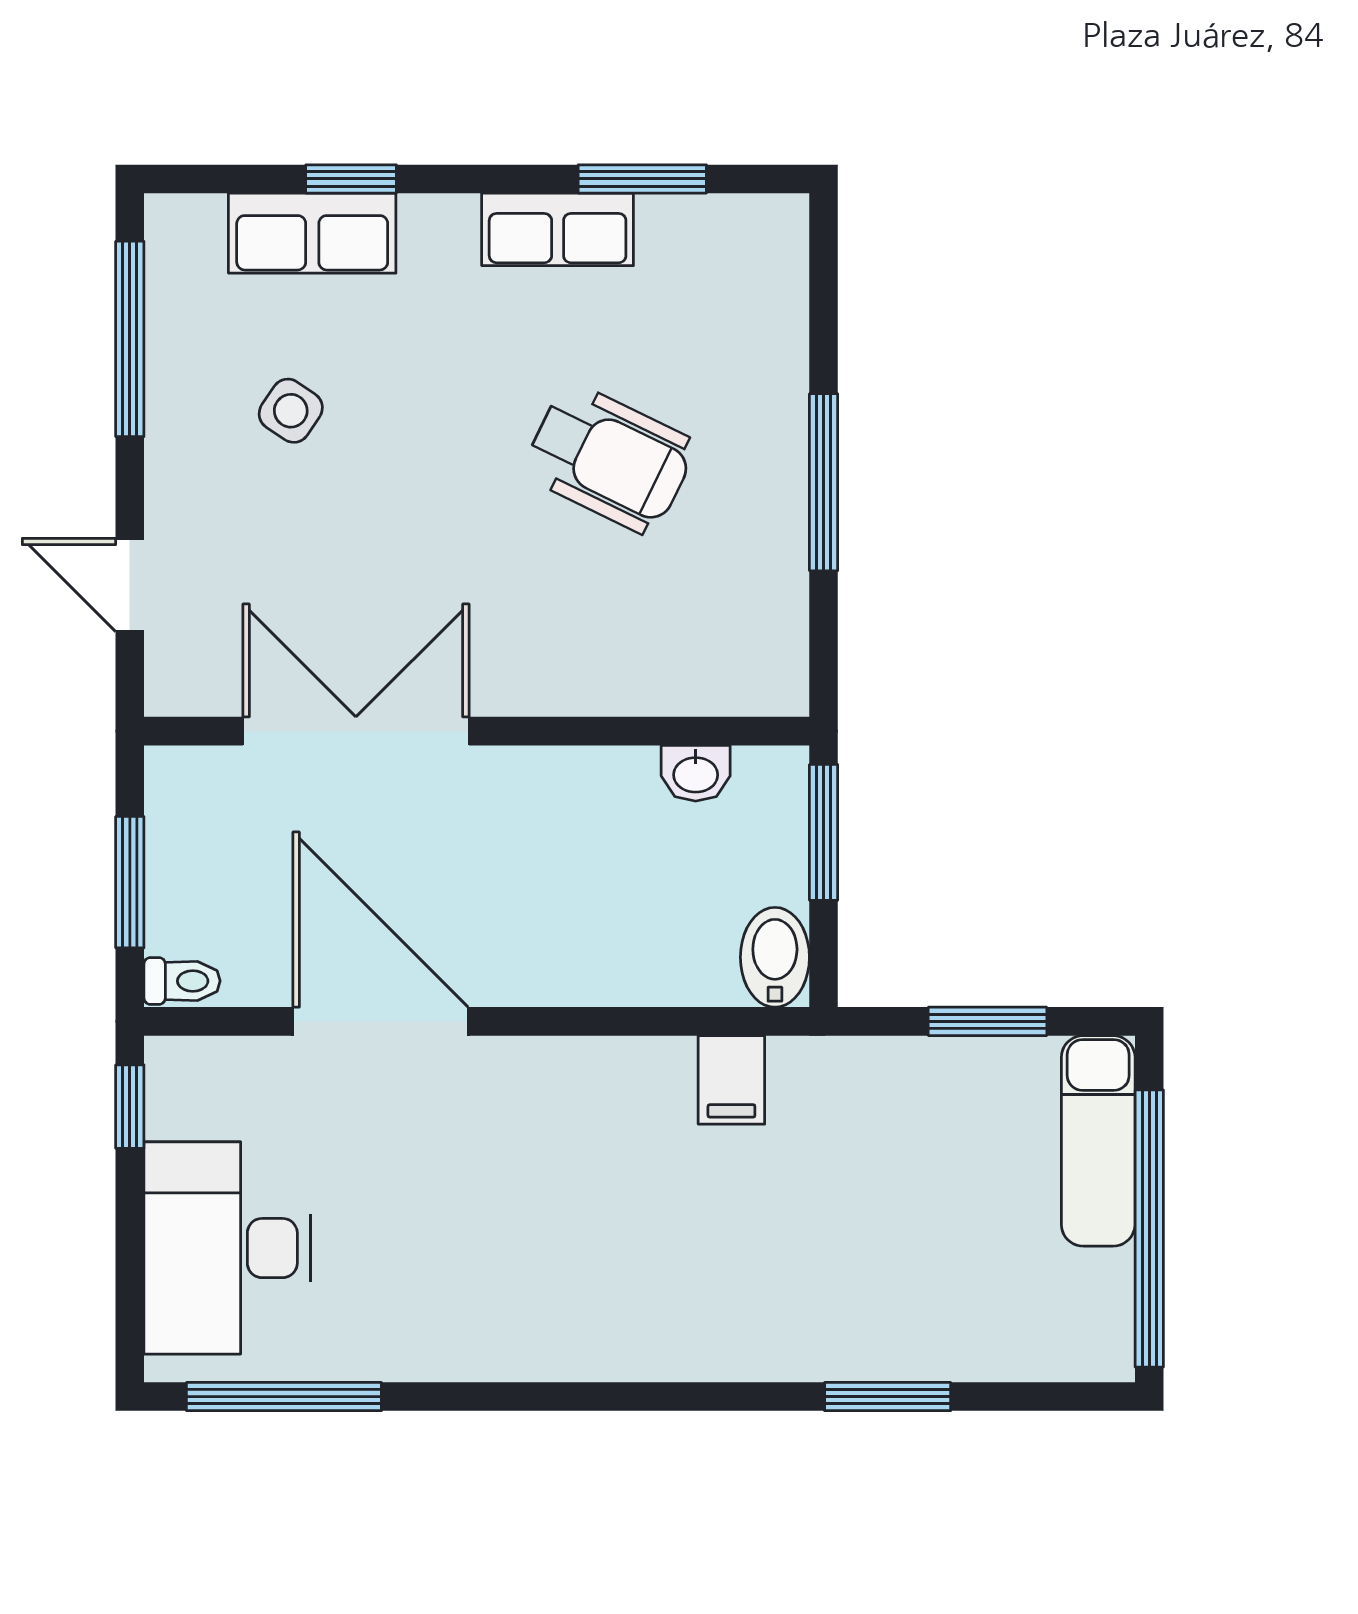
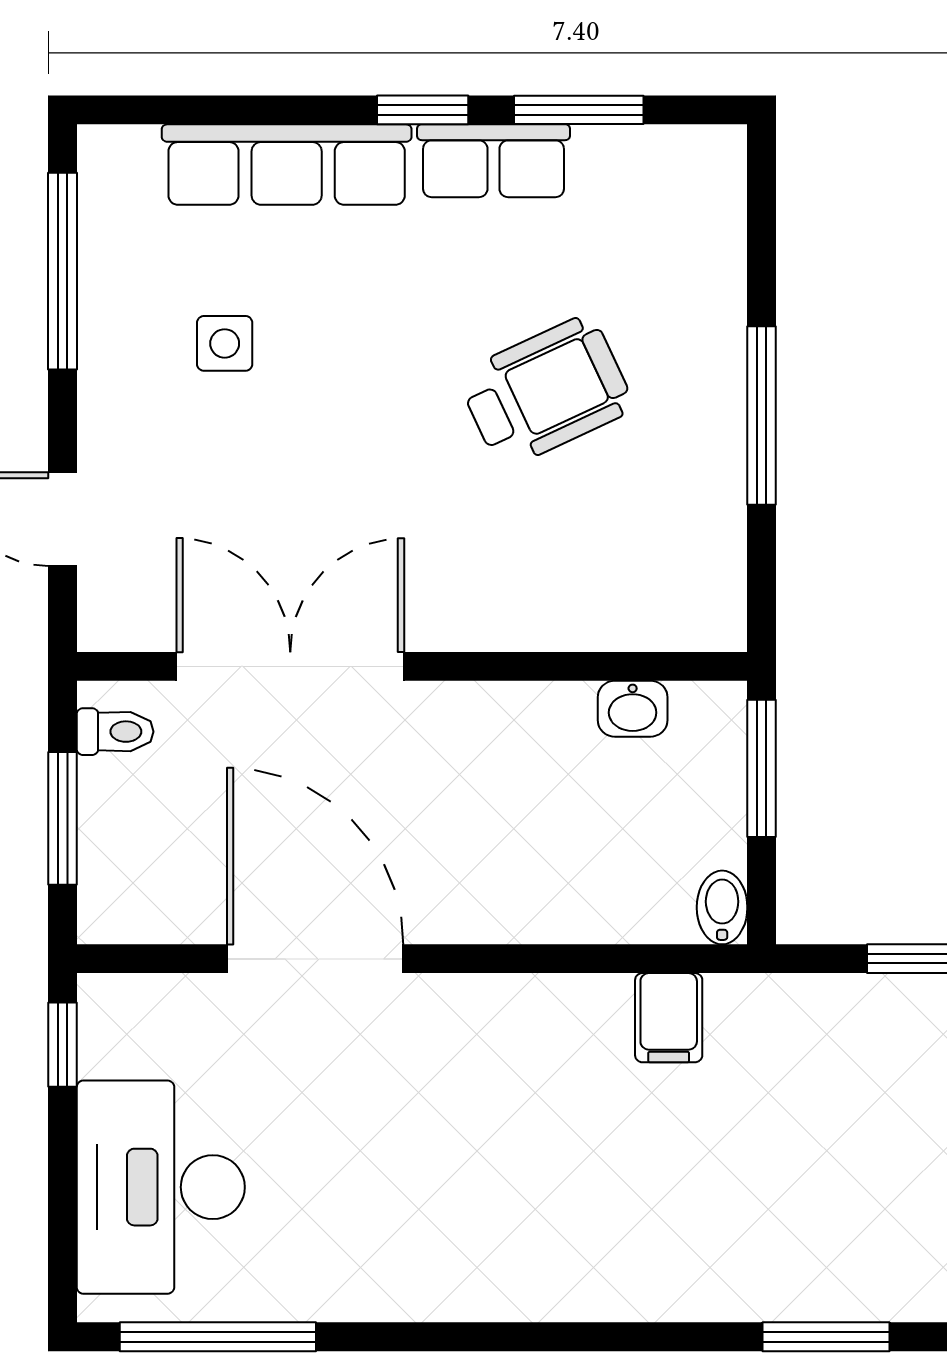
window: (351, 179) -> (423, 110), moved
row of seats: (312, 233) -> (287, 165), width x1.48
side table: (291, 411) -> (225, 343), turned -34
wheelchair: (609, 459) -> (546, 392), turned -51
bidet: (775, 957) -> (722, 907), width x0.72, depth x0.74
toilet: (182, 981) -> (115, 732), moved

